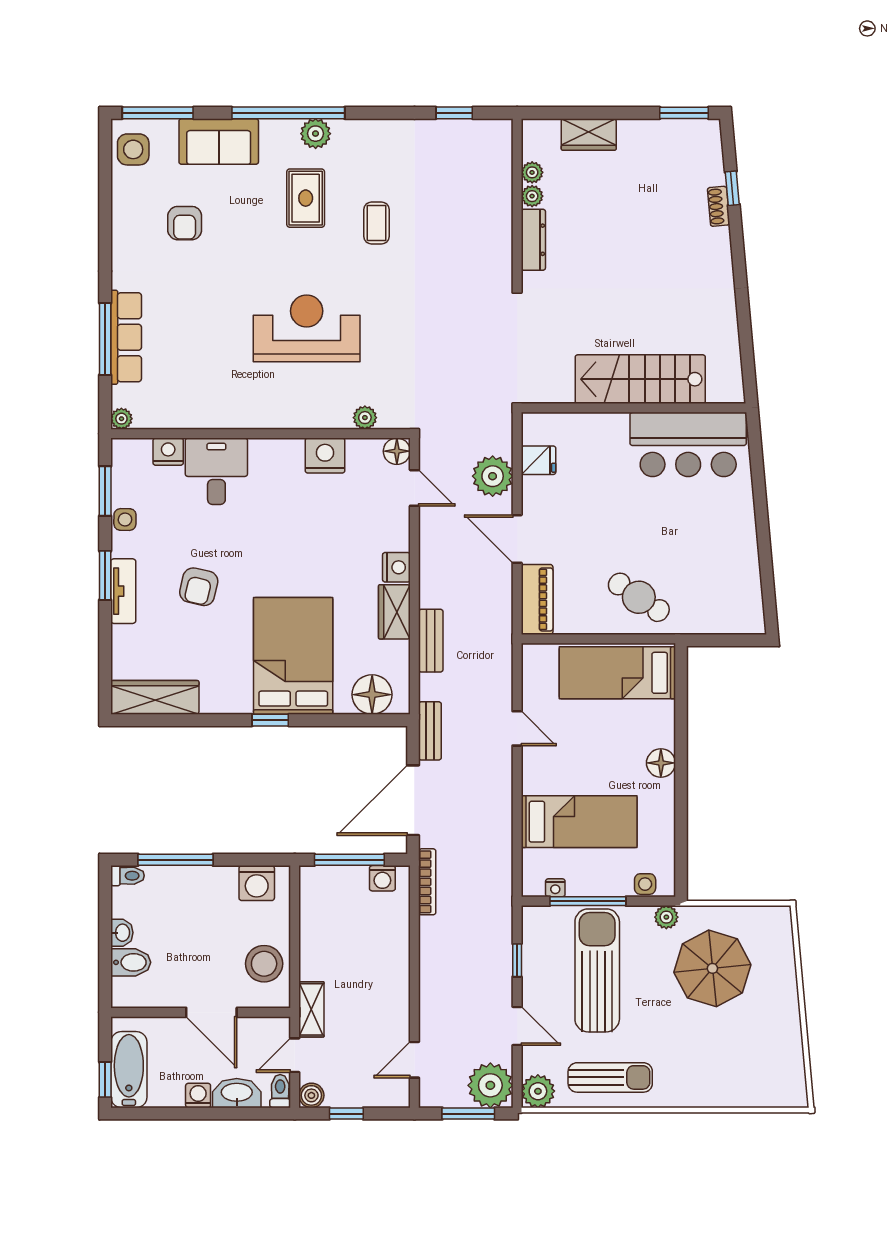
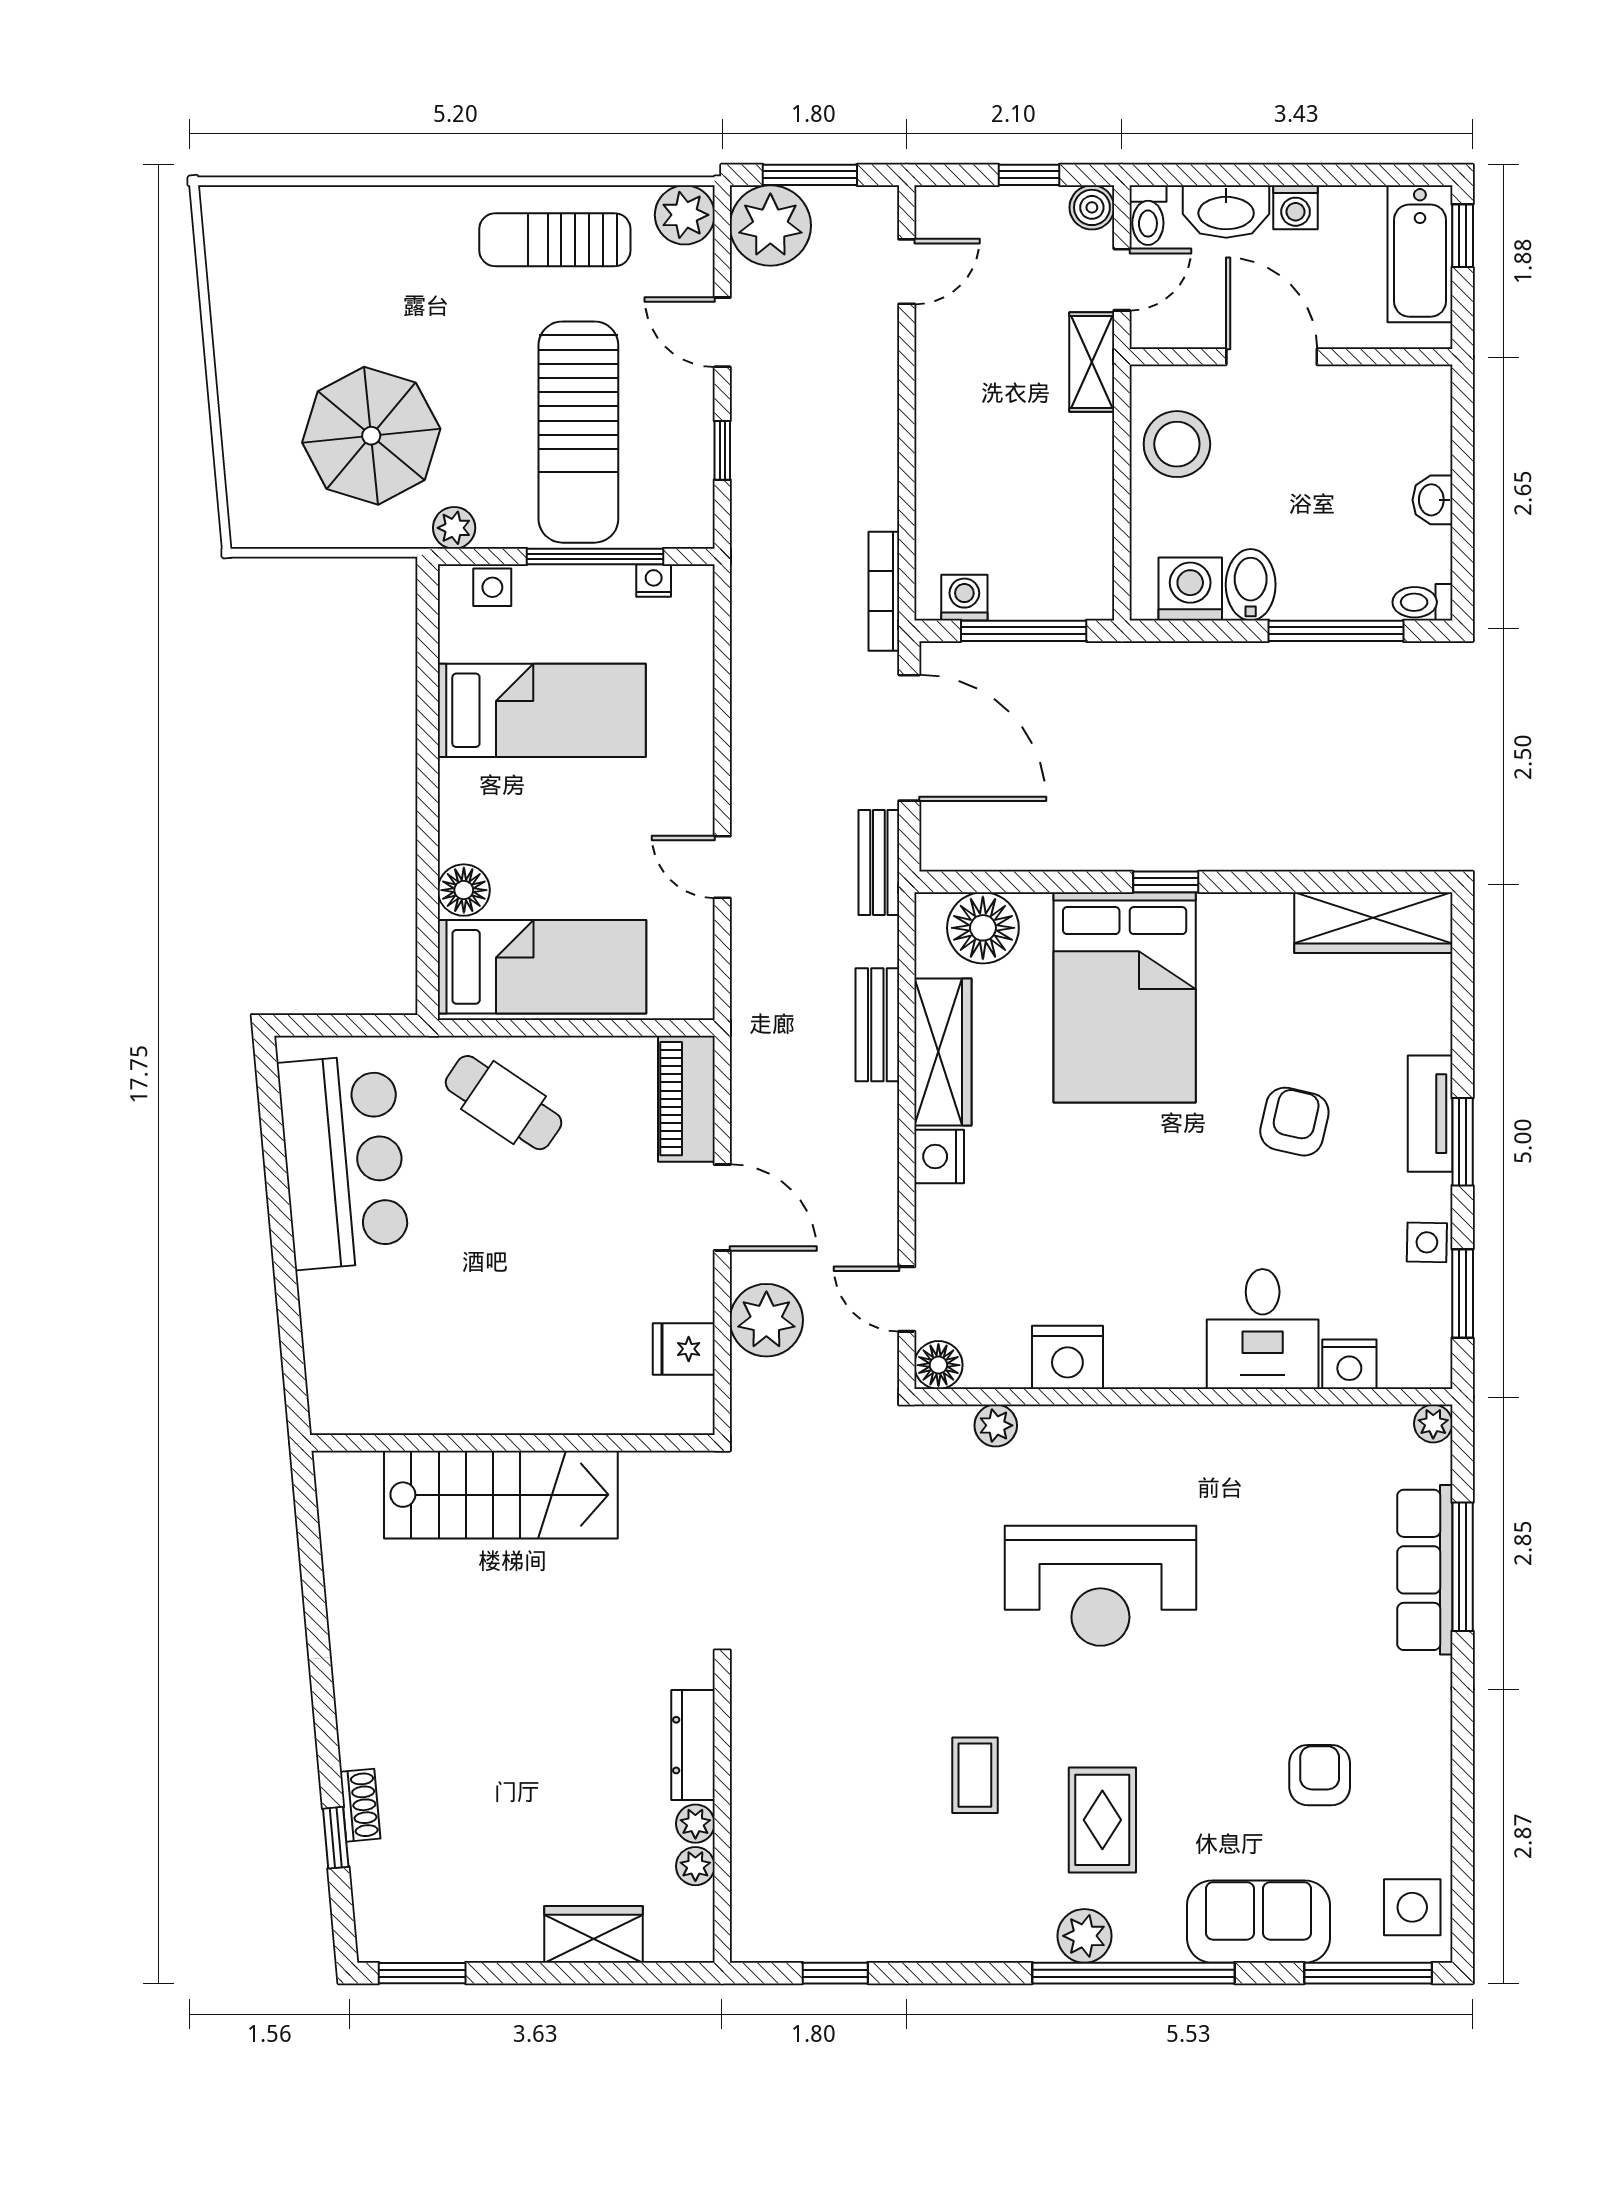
bar counter: (688, 444) -> (344, 1162), moved, turned 85
wardrobe: (394, 612) -> (943, 1052), width x1.50
floor lamp: (661, 763) -> (464, 890), moved
door: (413, 800) -> (909, 738), hinge flipped
bed: (579, 822) -> (542, 710), moved, turned 180
bidet: (131, 962) -> (1251, 585), moved, turned 90

